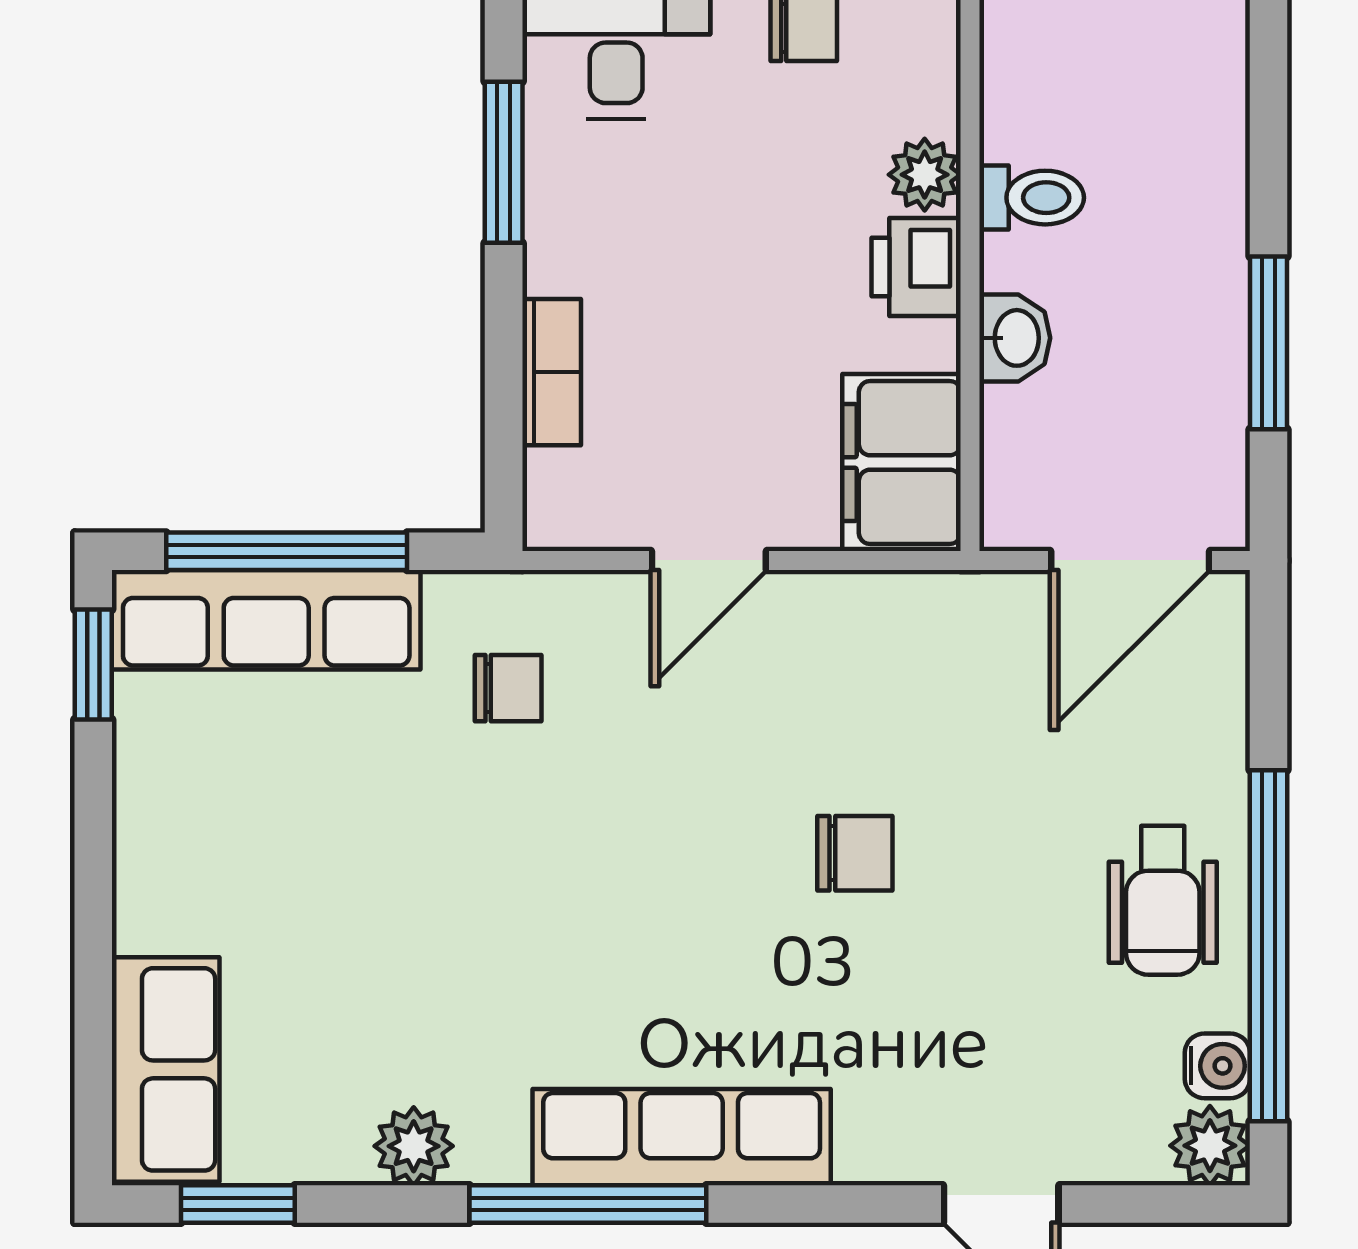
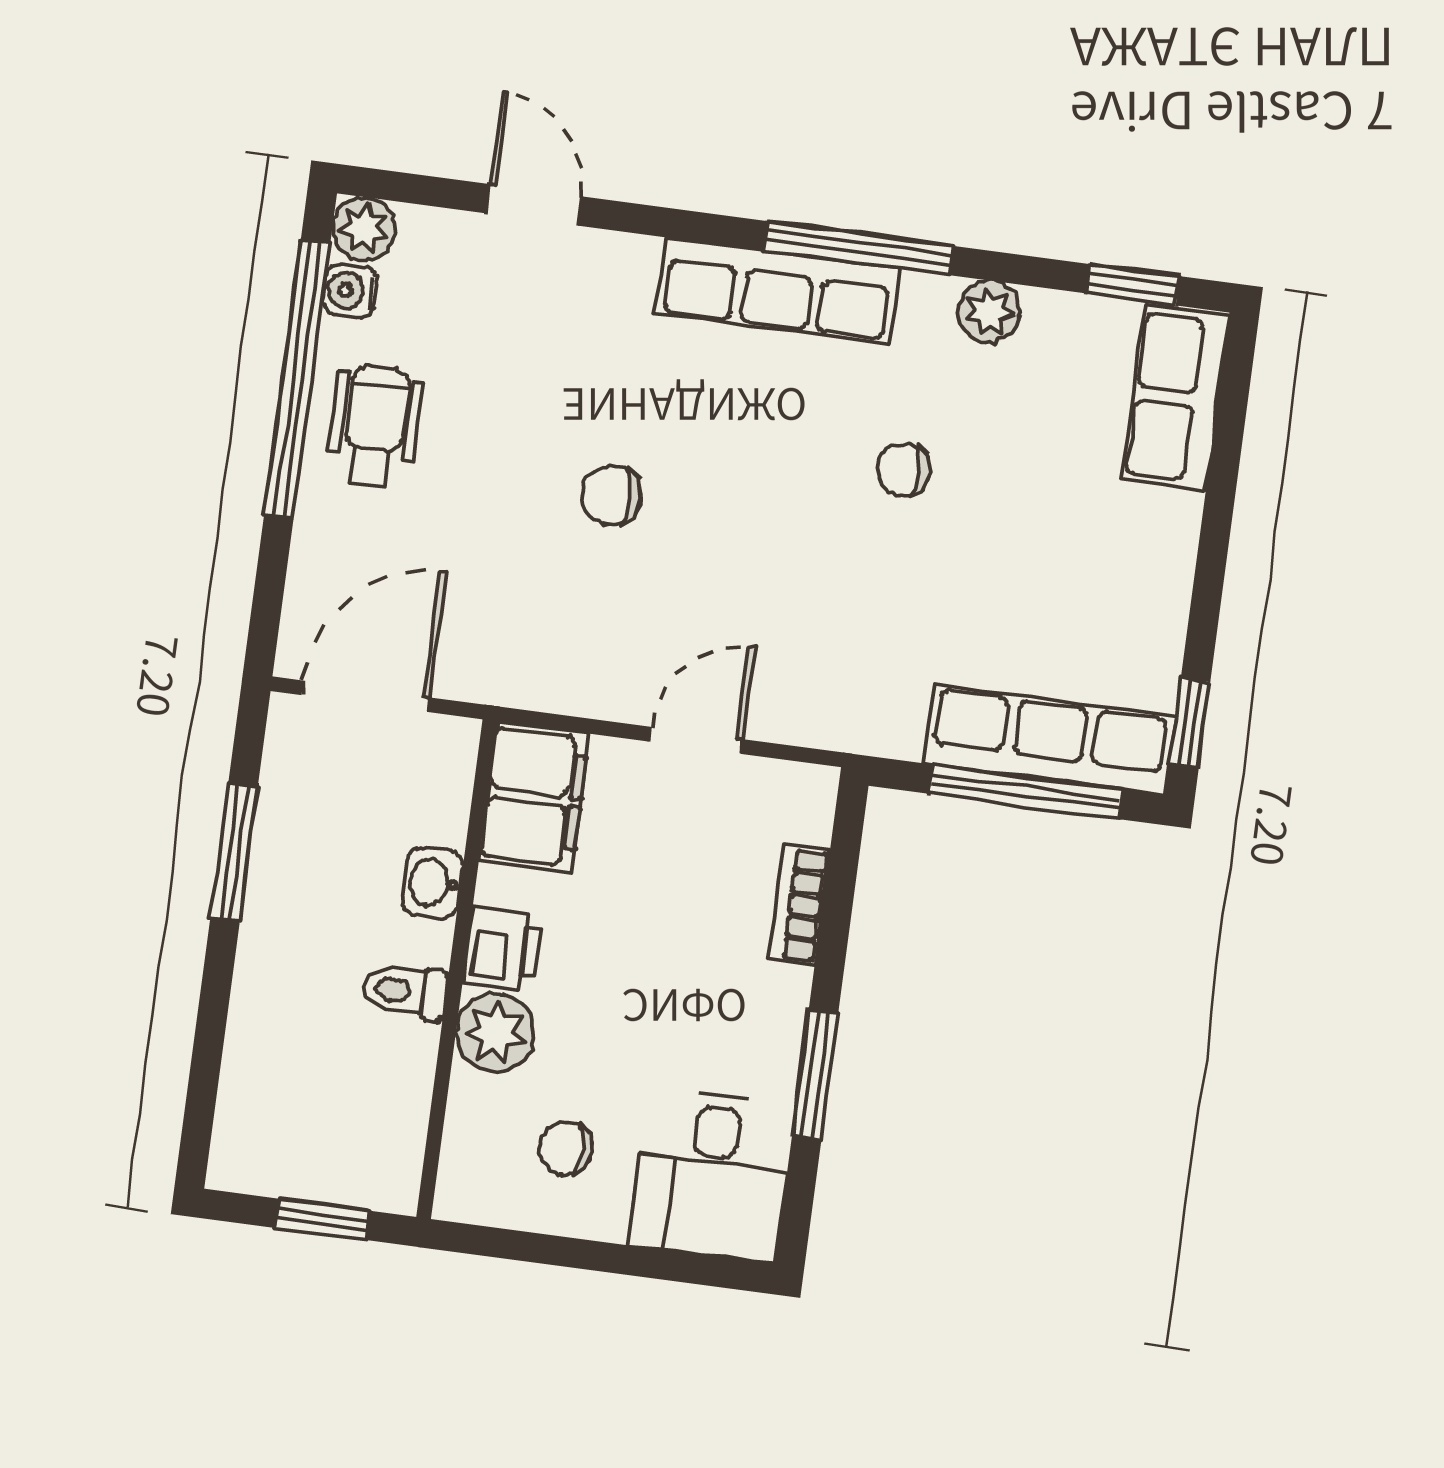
plant: (925, 175) -> (495, 1033), width x1.38, depth x1.38
chair: (508, 688) -> (903, 470), moved

